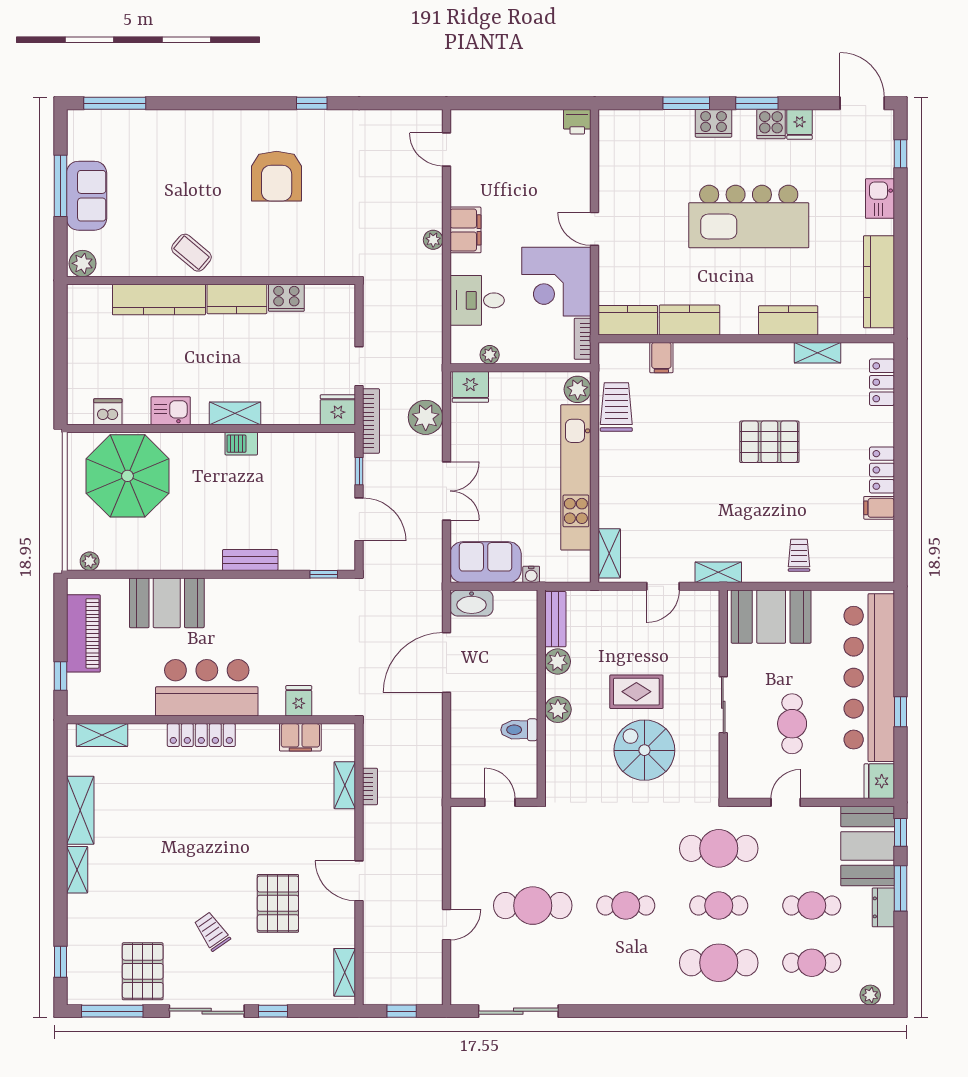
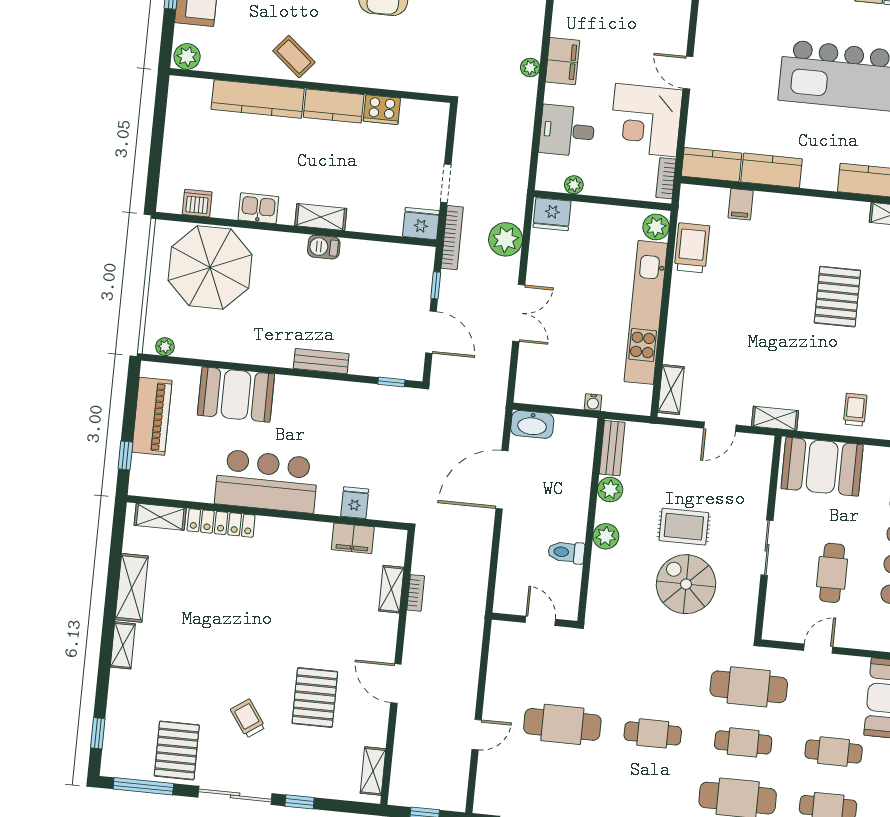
pallet: (769, 442) -> (837, 297), turned 90
sofa: (486, 562) -> (550, 386), removed
locker: (201, 735) -> (221, 523), moved

